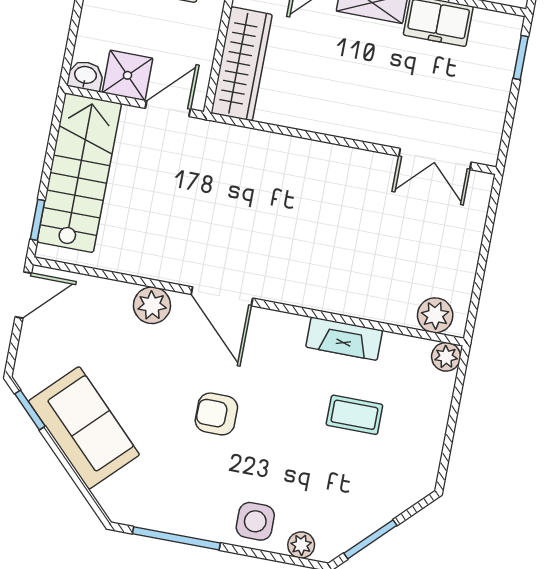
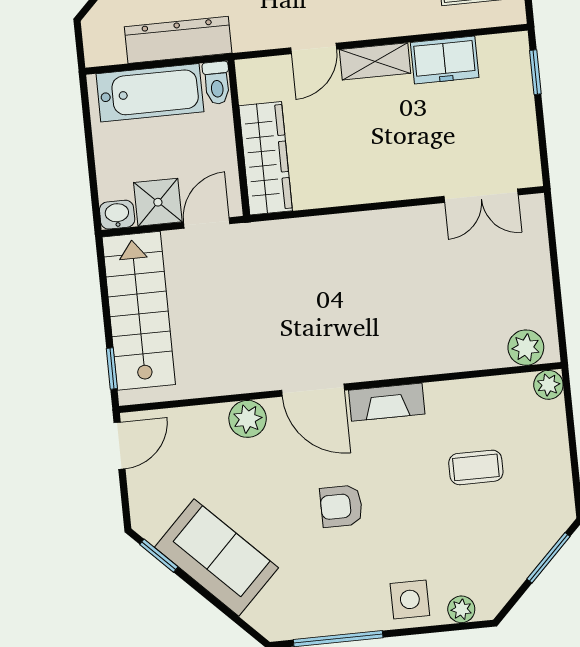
fireplace: (344, 339) -> (387, 402), moved
window: (370, 539) -> (548, 558), moved

